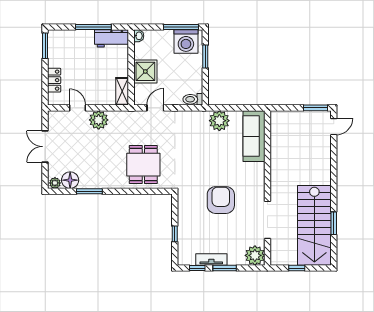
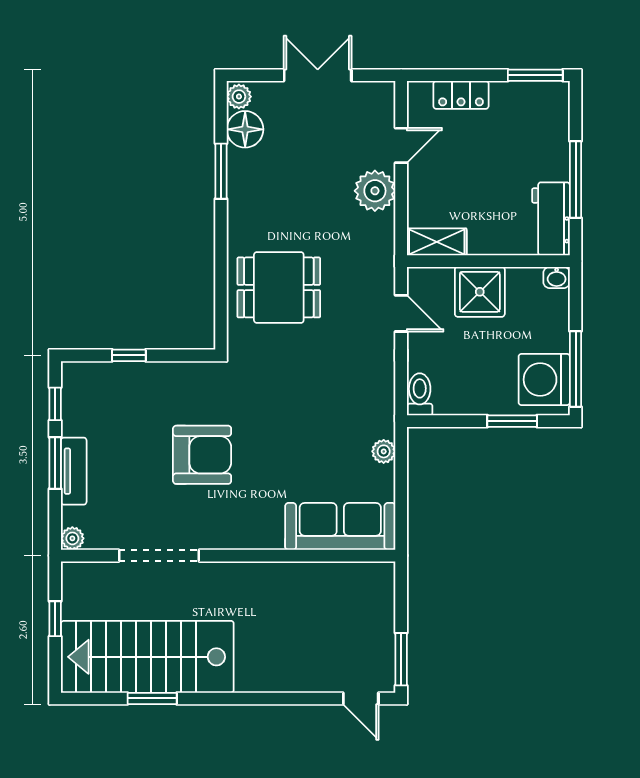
plant: (219, 121) -> (384, 451), width x0.53, depth x0.53
plant: (255, 255) -> (72, 538), width x0.53, depth x0.53
tv unit: (211, 259) -> (74, 471), moved

